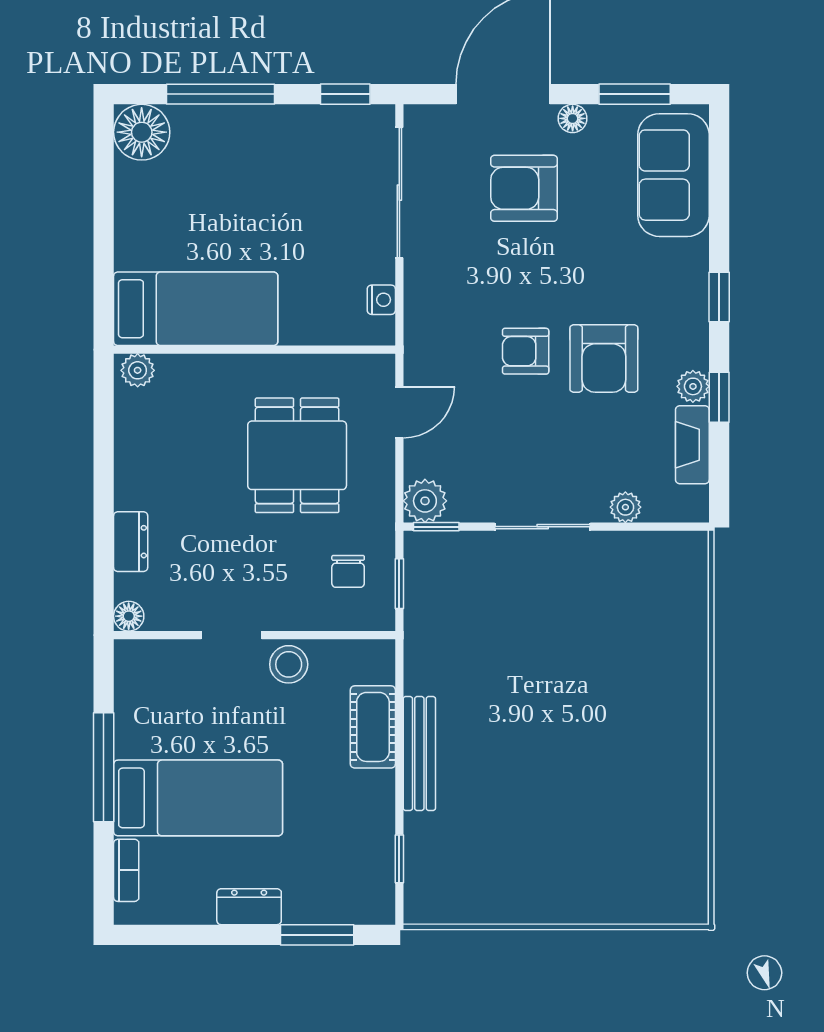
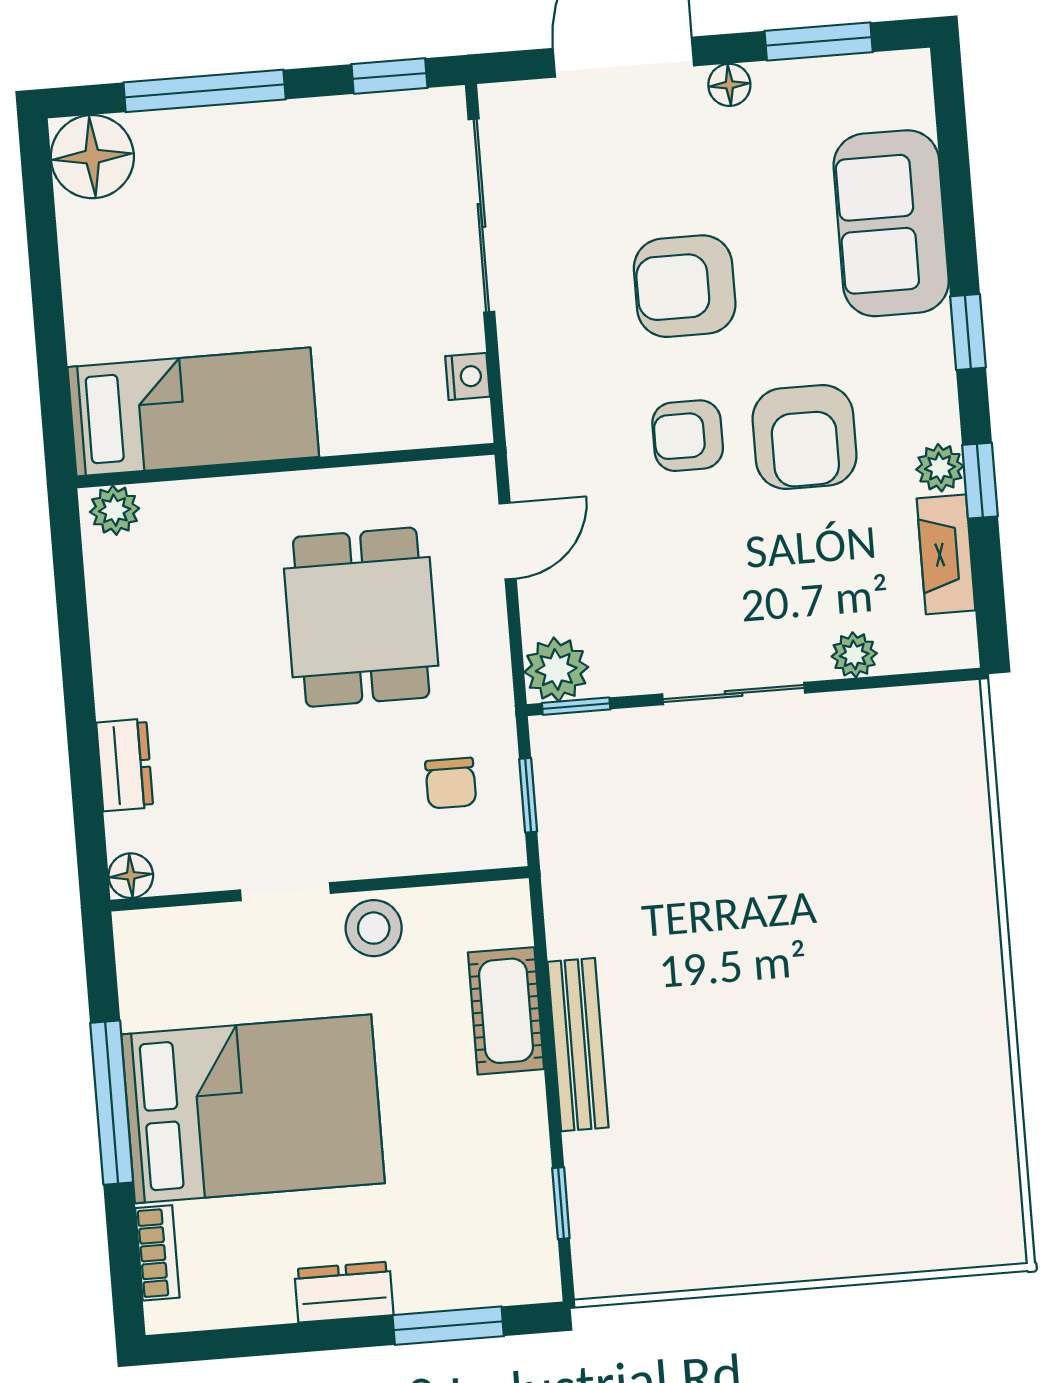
sofa: (673, 175) -> (891, 223), moved
armchair: (524, 188) -> (685, 286), moved
bed: (198, 798) -> (253, 1109), width x1.50

